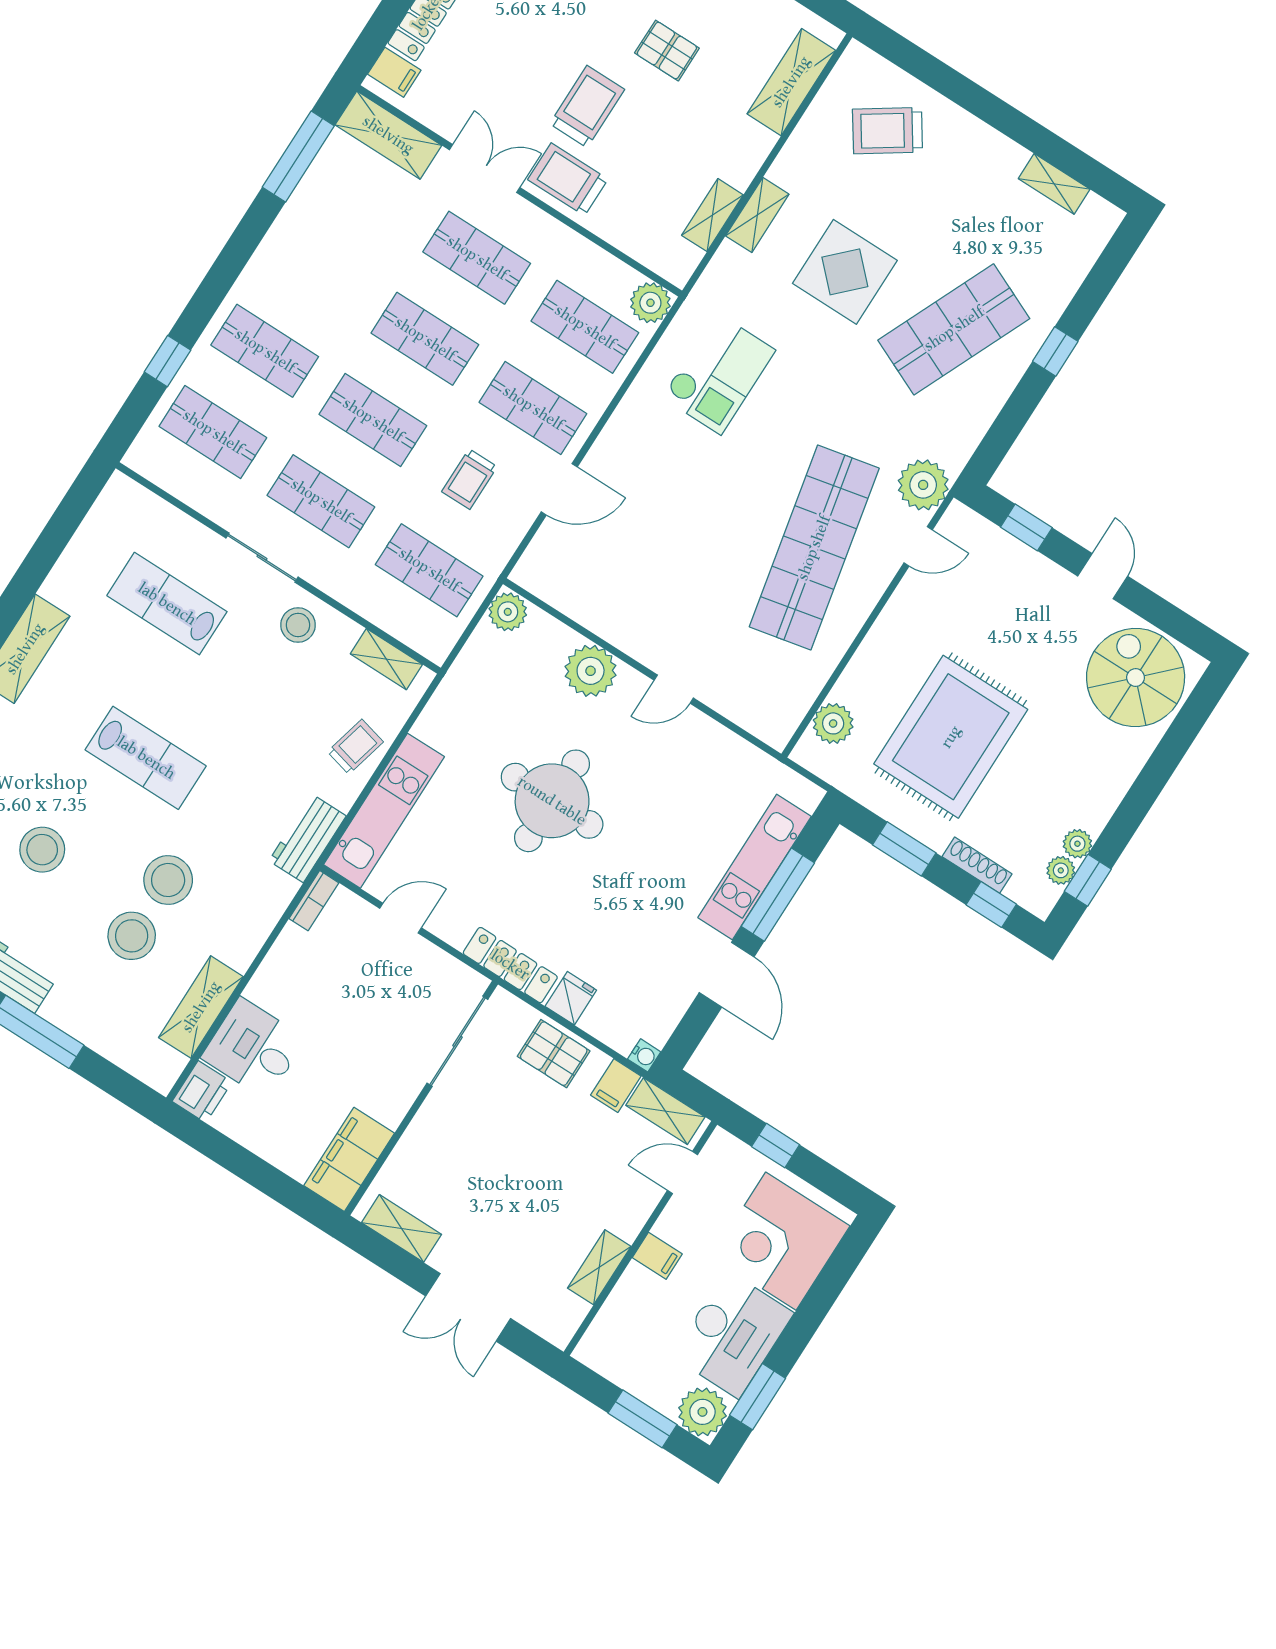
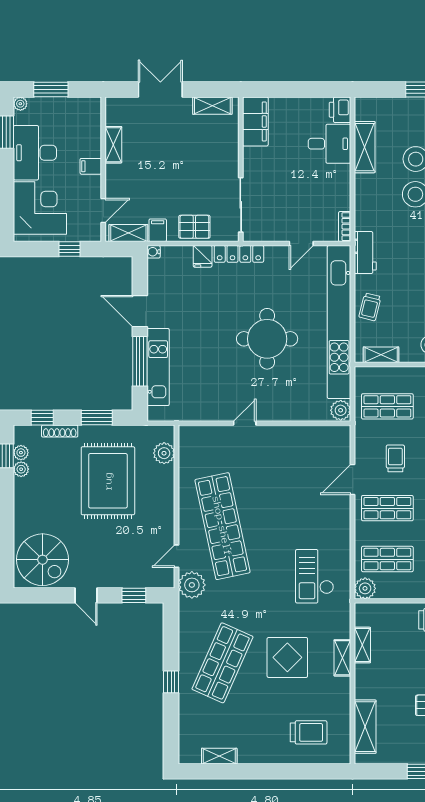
trolley: (887, 131) -> (309, 732), turned 34
plant: (591, 671) -> (287, 408), removed
kitchen unit: (384, 811) -> (339, 322), width x1.86
plant: (702, 1412) -> (20, 104), width x0.53, depth x0.53

